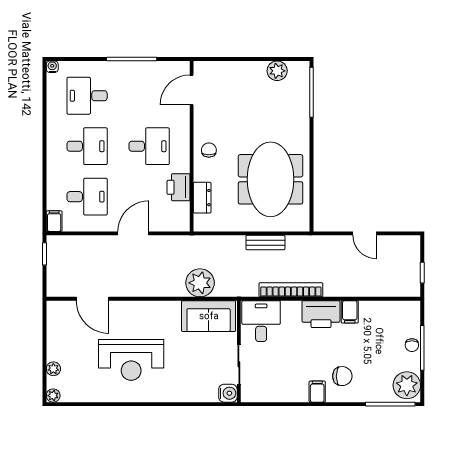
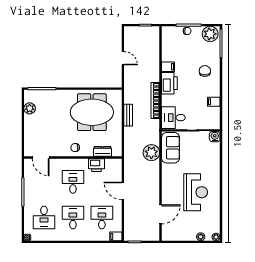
door: (364, 233) -> (123, 58), hinge flipped
filing cabinet: (317, 392) -> (214, 102), moved

